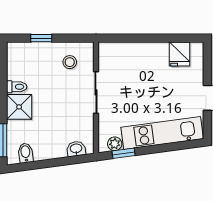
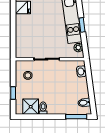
shower: (19, 107) -> (31, 107), moved
window: (124, 153) -> (82, 25), moved

